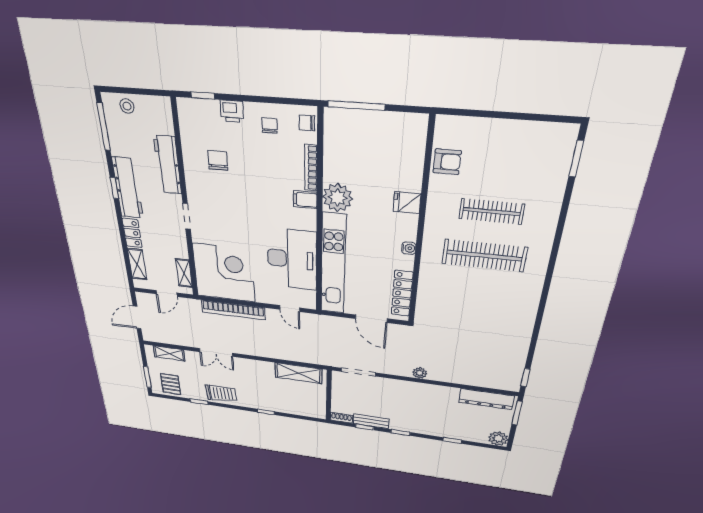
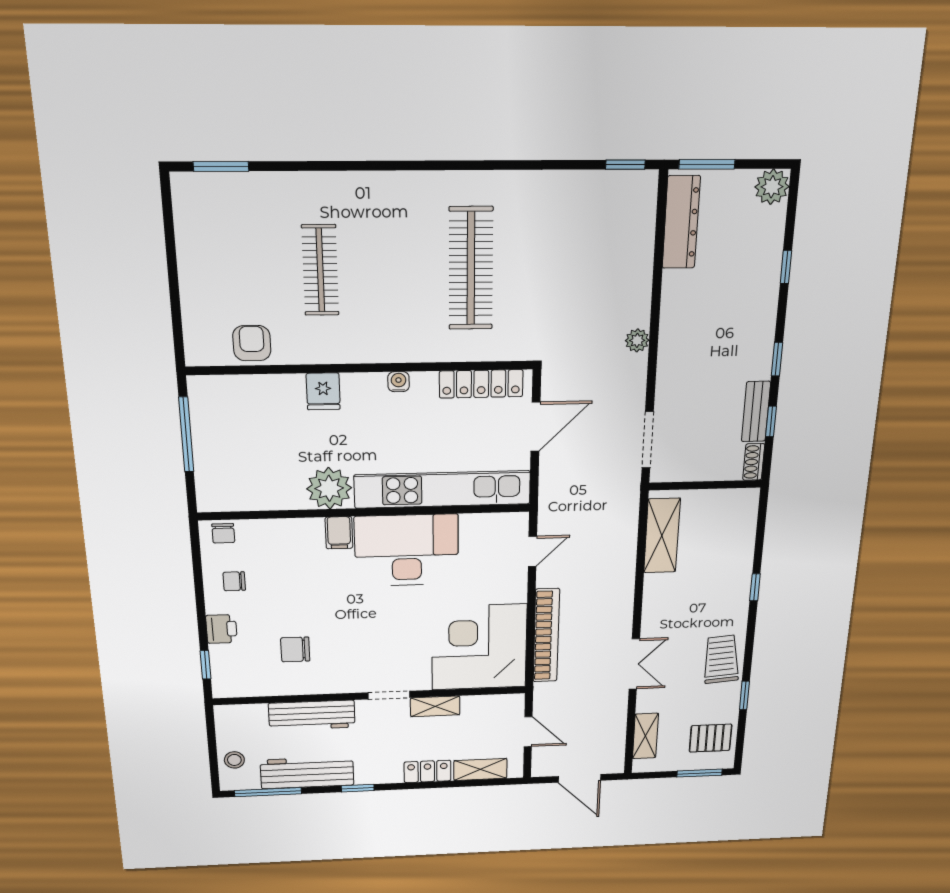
window: (356, 106) -> (186, 435), moved
bookcase: (311, 168) -> (288, 526), removed
workbench: (128, 188) -> (307, 773), moved
clothes rail: (484, 256) -> (471, 269), moved
desk: (292, 259) -> (407, 550), moved
shelving: (184, 273) -> (435, 706), moved

